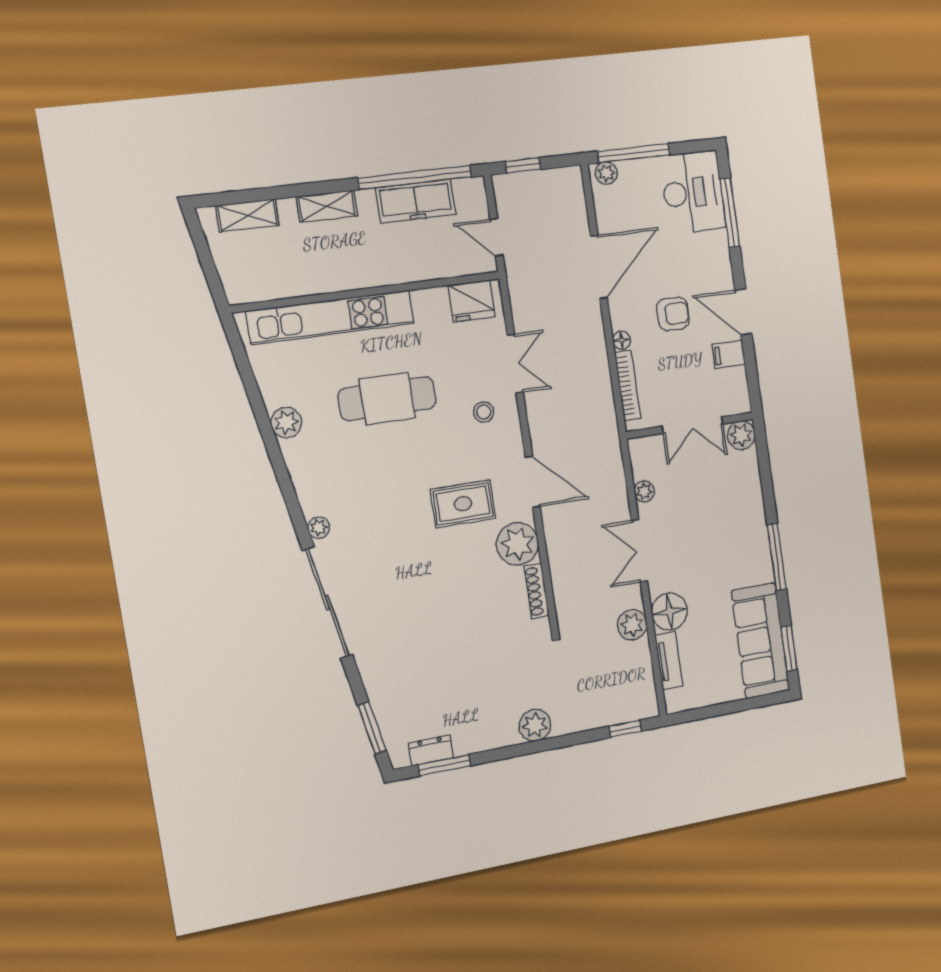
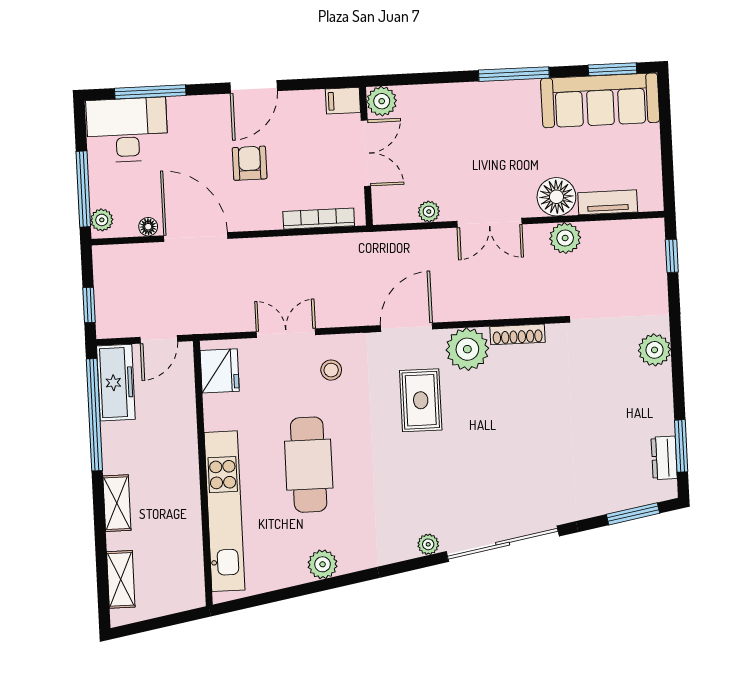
freezer: (416, 201) -> (116, 383), moved
floor lamp: (621, 340) -> (148, 227), moved
filing cabinet: (729, 354) -> (343, 101), moved, turned 90

